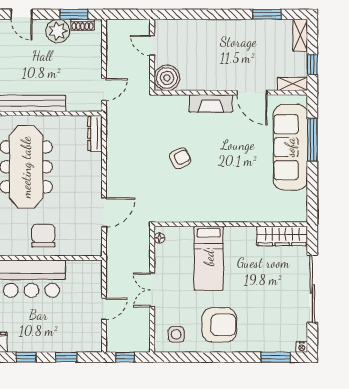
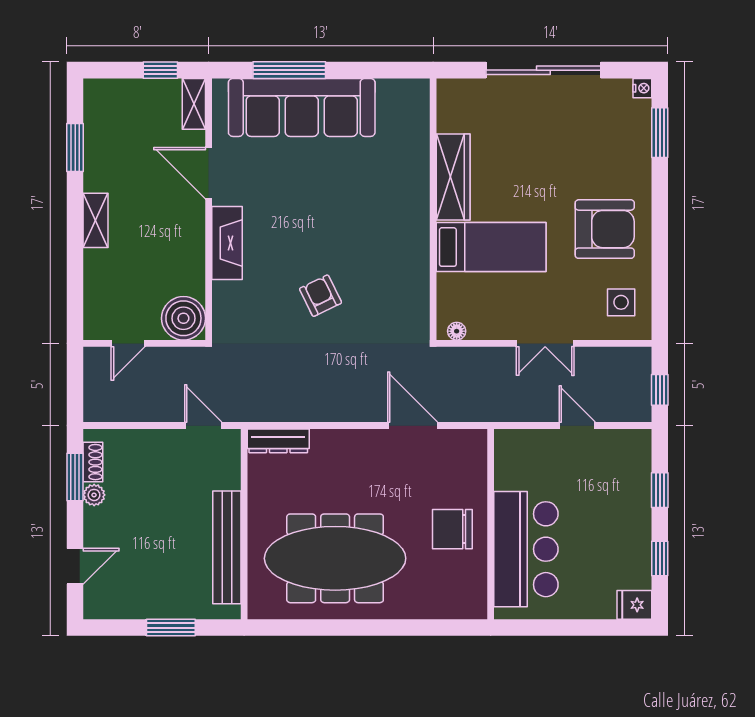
plant: (58, 31) -> (94, 495), width x0.53, depth x0.53
shelving: (300, 35) -> (96, 220), moved, turned 90
door: (252, 93) -> (209, 173), swing flipped
wardrobe: (282, 236) -> (453, 177), moved
armchair: (219, 325) -> (605, 229), turned 90

